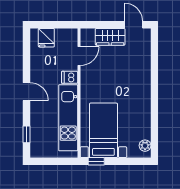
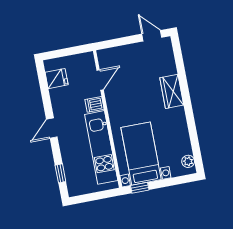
wardrobe: (110, 37) -> (172, 91), moved, turned 90
fridge: (46, 38) -> (57, 79), moved, turned -90
door: (27, 92) -> (52, 128), swing flipped

